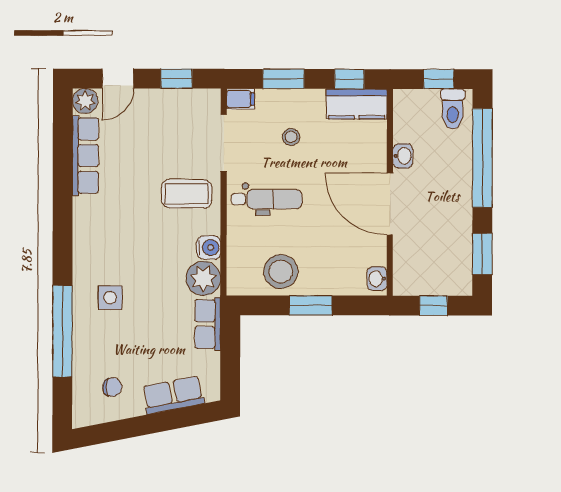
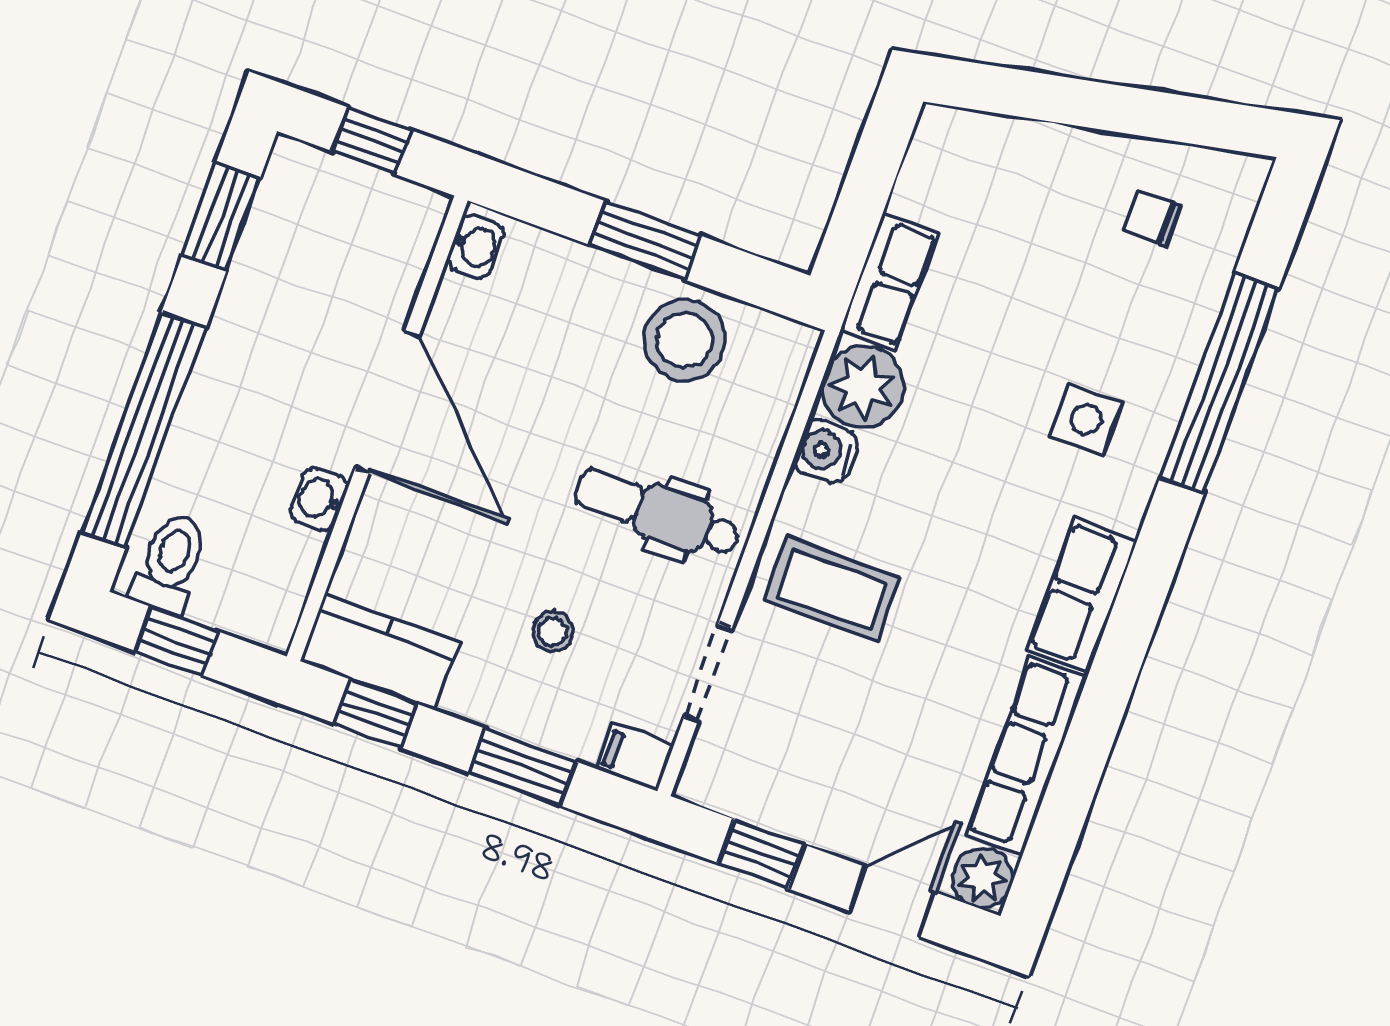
doorway: (224, 143) -> (708, 672), width x0.73
row of seats: (173, 395) -> (1082, 595), moved, turned 101

